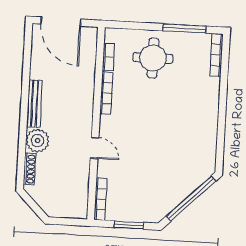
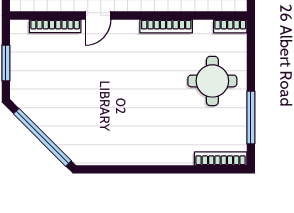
bookcase: (108, 57) -> (230, 26), moved
bookcase: (100, 199) -> (55, 26), moved

